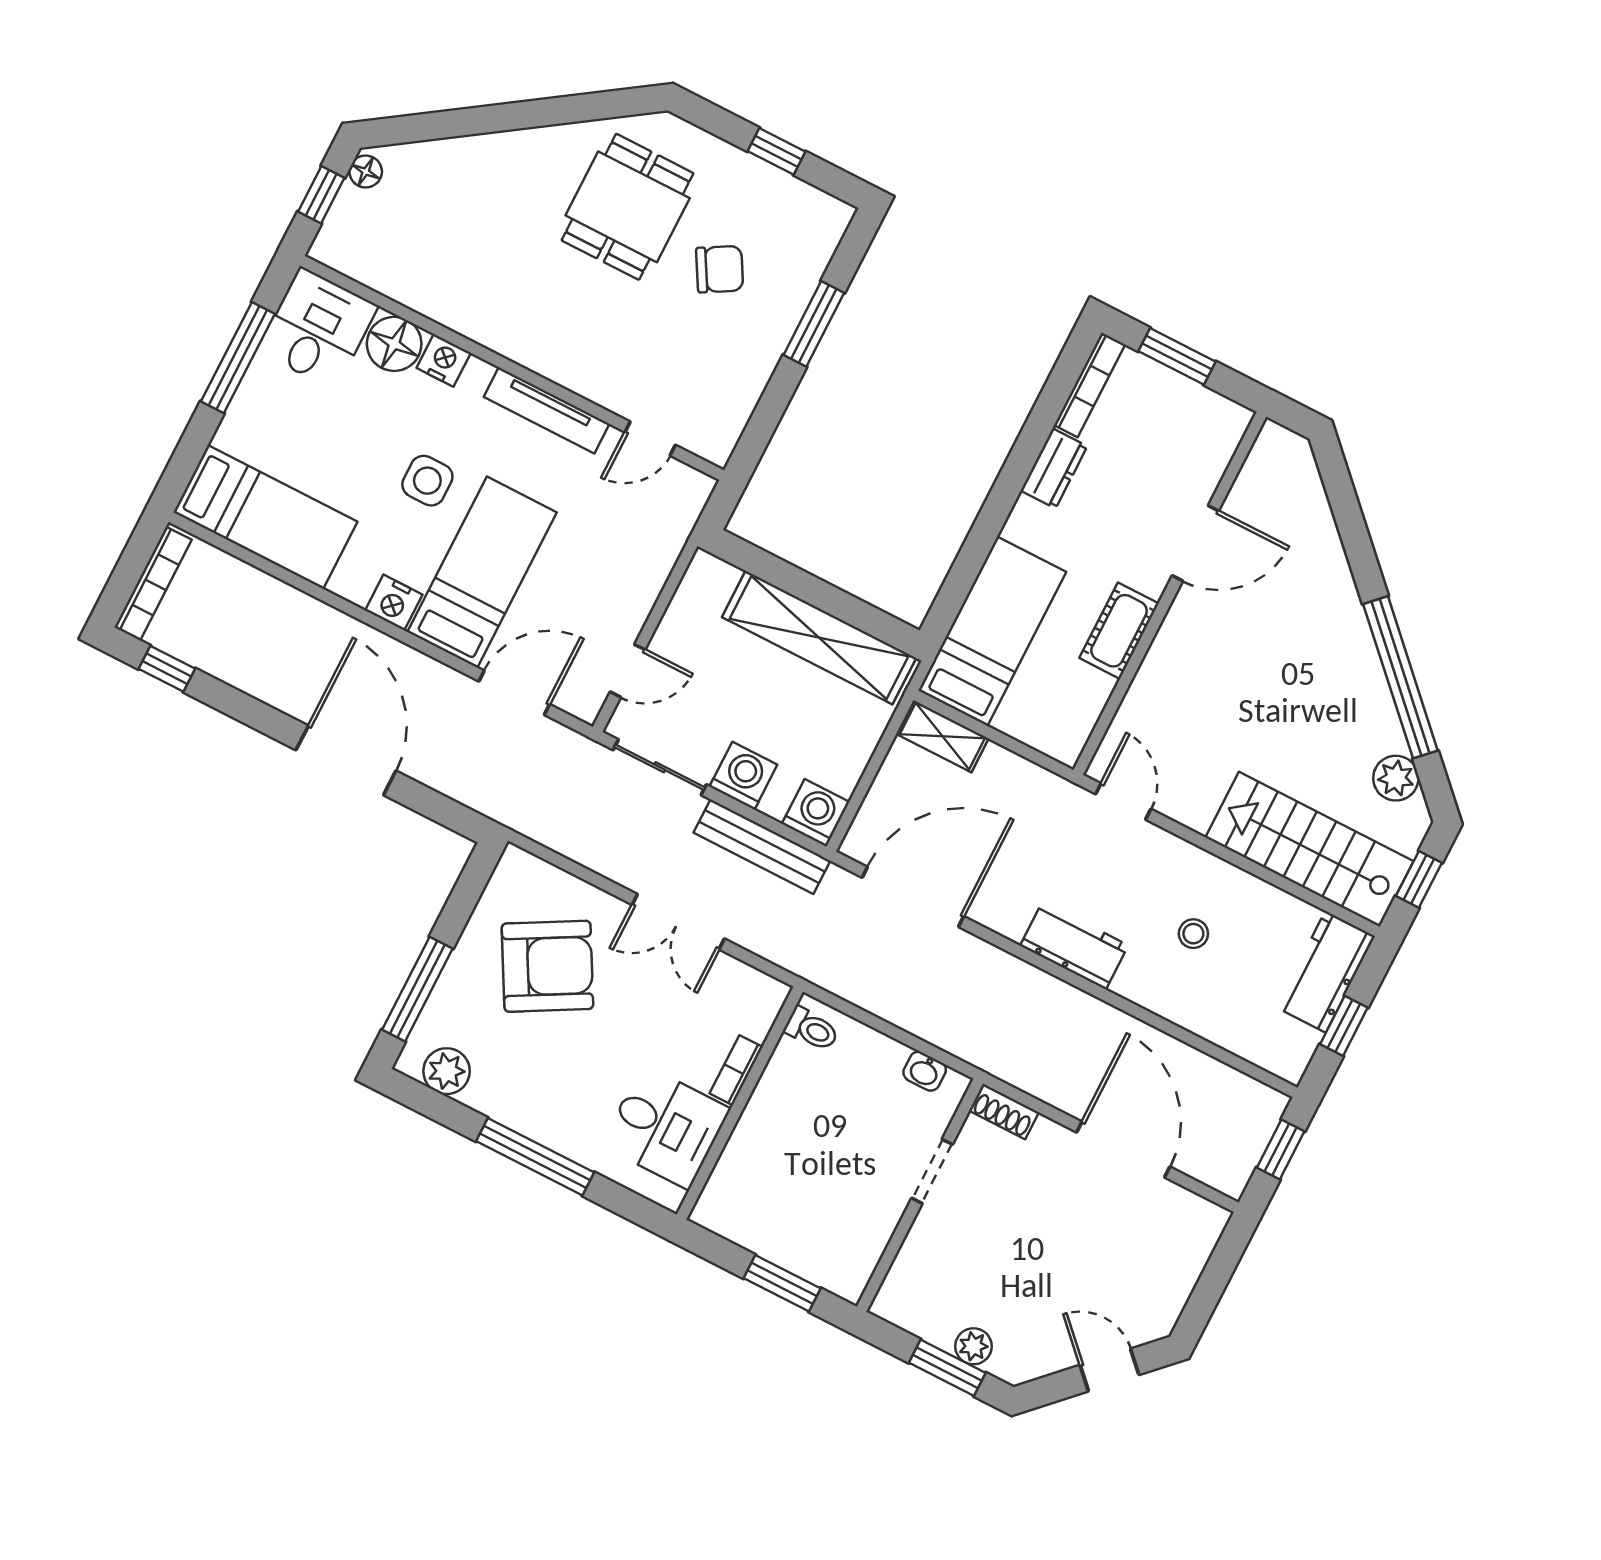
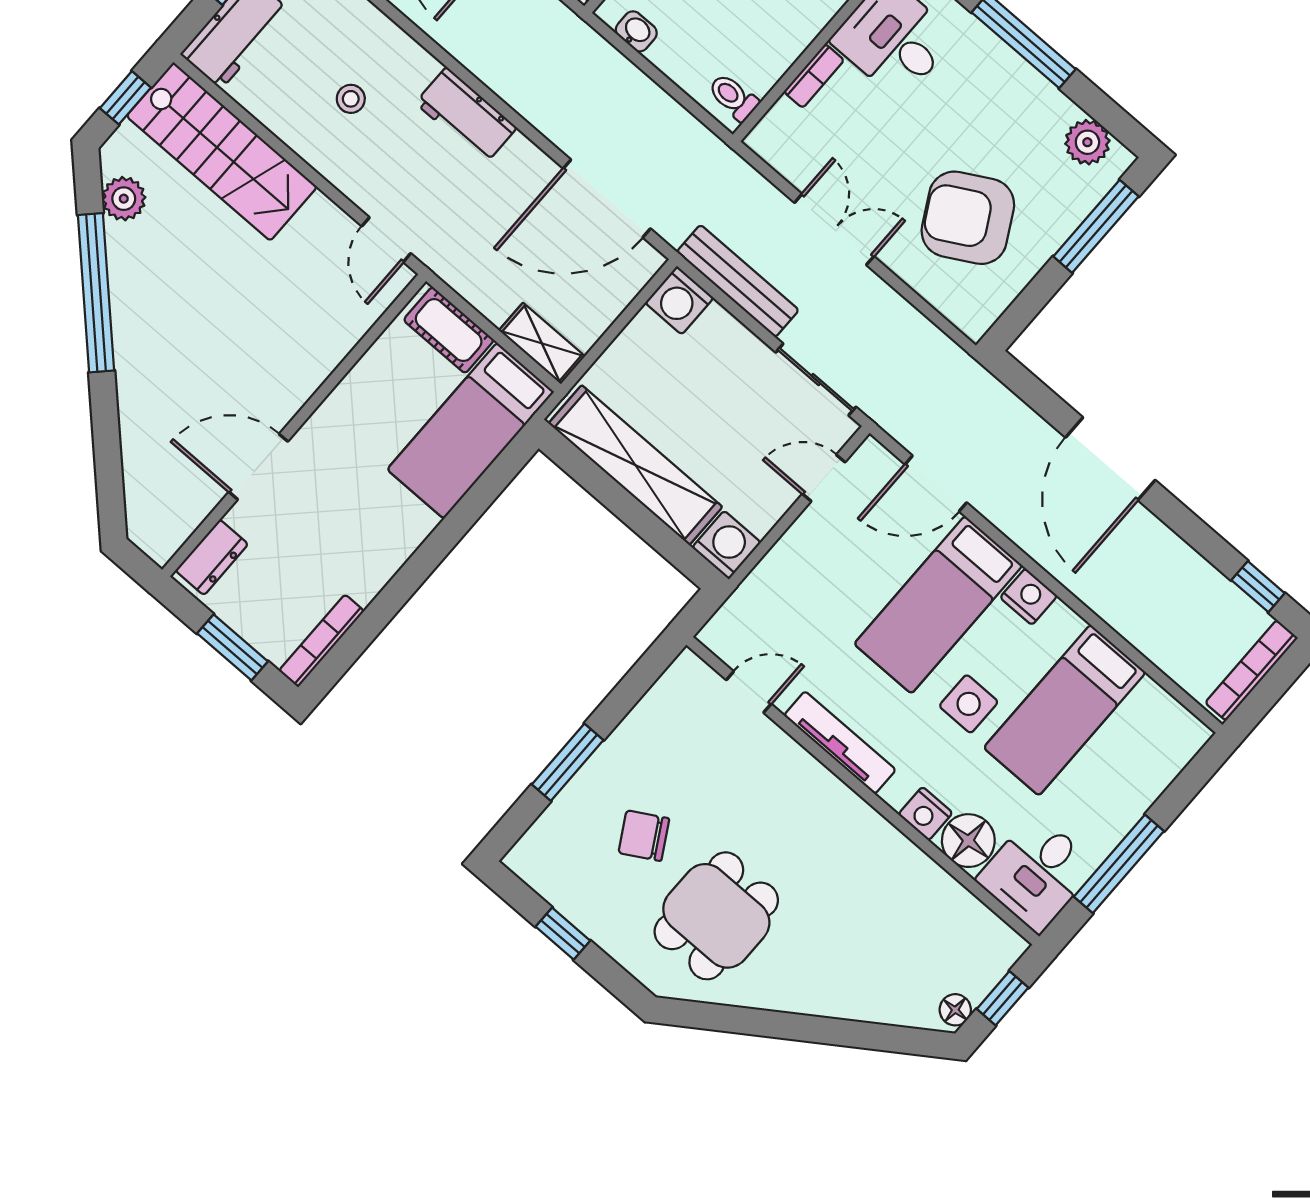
dresser: (1054, 468) -> (212, 557), moved, turned 180
bed: (265, 517) -> (1065, 710), moved, turned -90
cot: (1119, 631) -> (449, 330), moved, turned 90
washing machine: (743, 776) -> (727, 545), moved, turned 180

